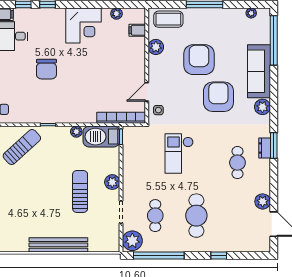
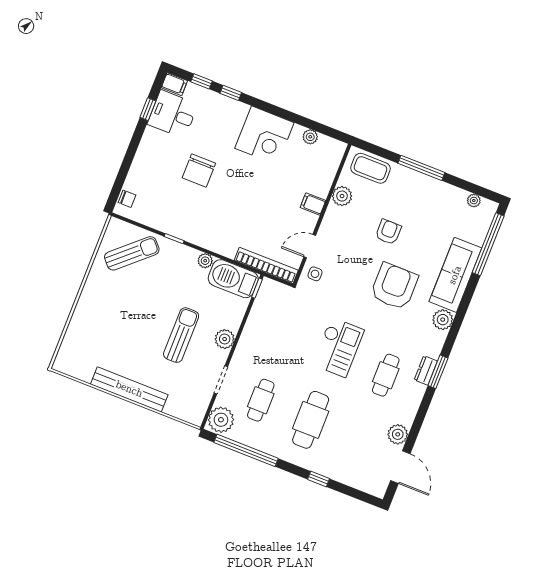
filing cabinet: (137, 30) -> (313, 204), moved
armchair: (199, 60) -> (388, 232), width x0.53, depth x0.53
checkout: (179, 154) -> (338, 347), moved, turned 180

